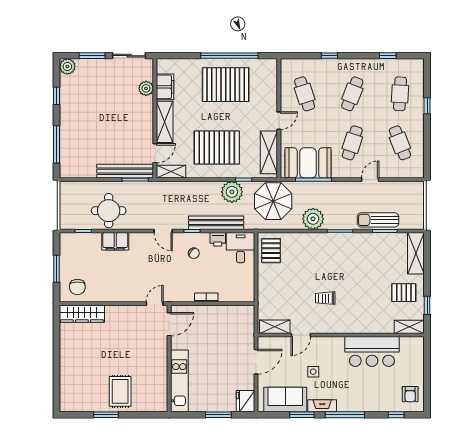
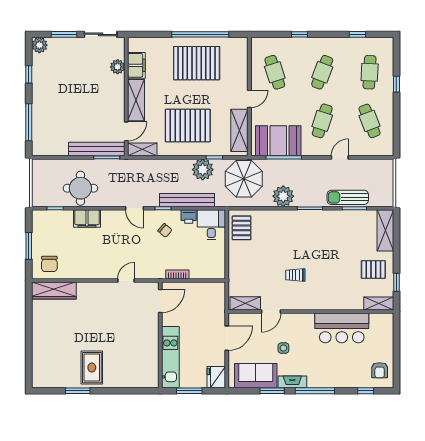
door: (169, 324) -> (160, 301), moved
wall: (169, 358) -> (160, 335), moved
kitchen unit: (179, 381) -> (170, 357), moved

